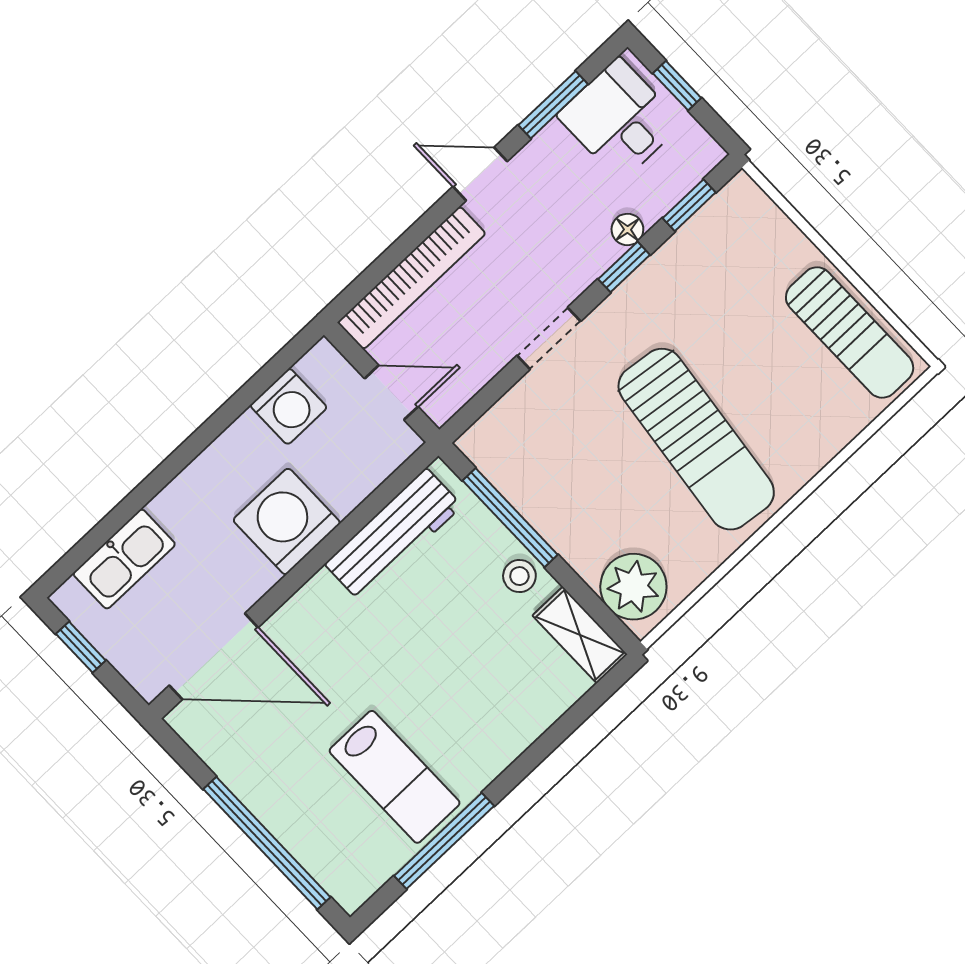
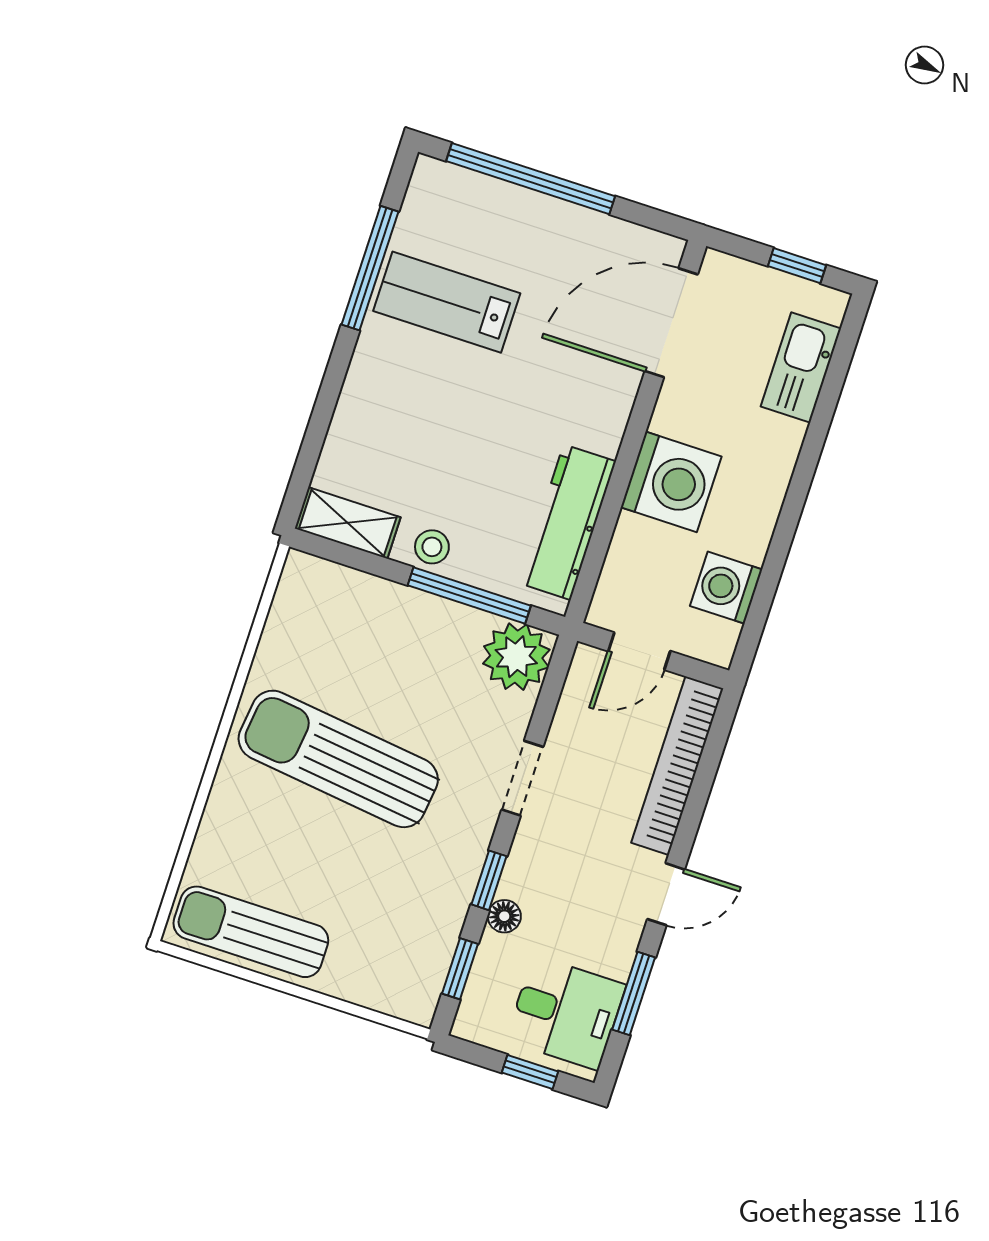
plant: (633, 587) -> (516, 657), moved

